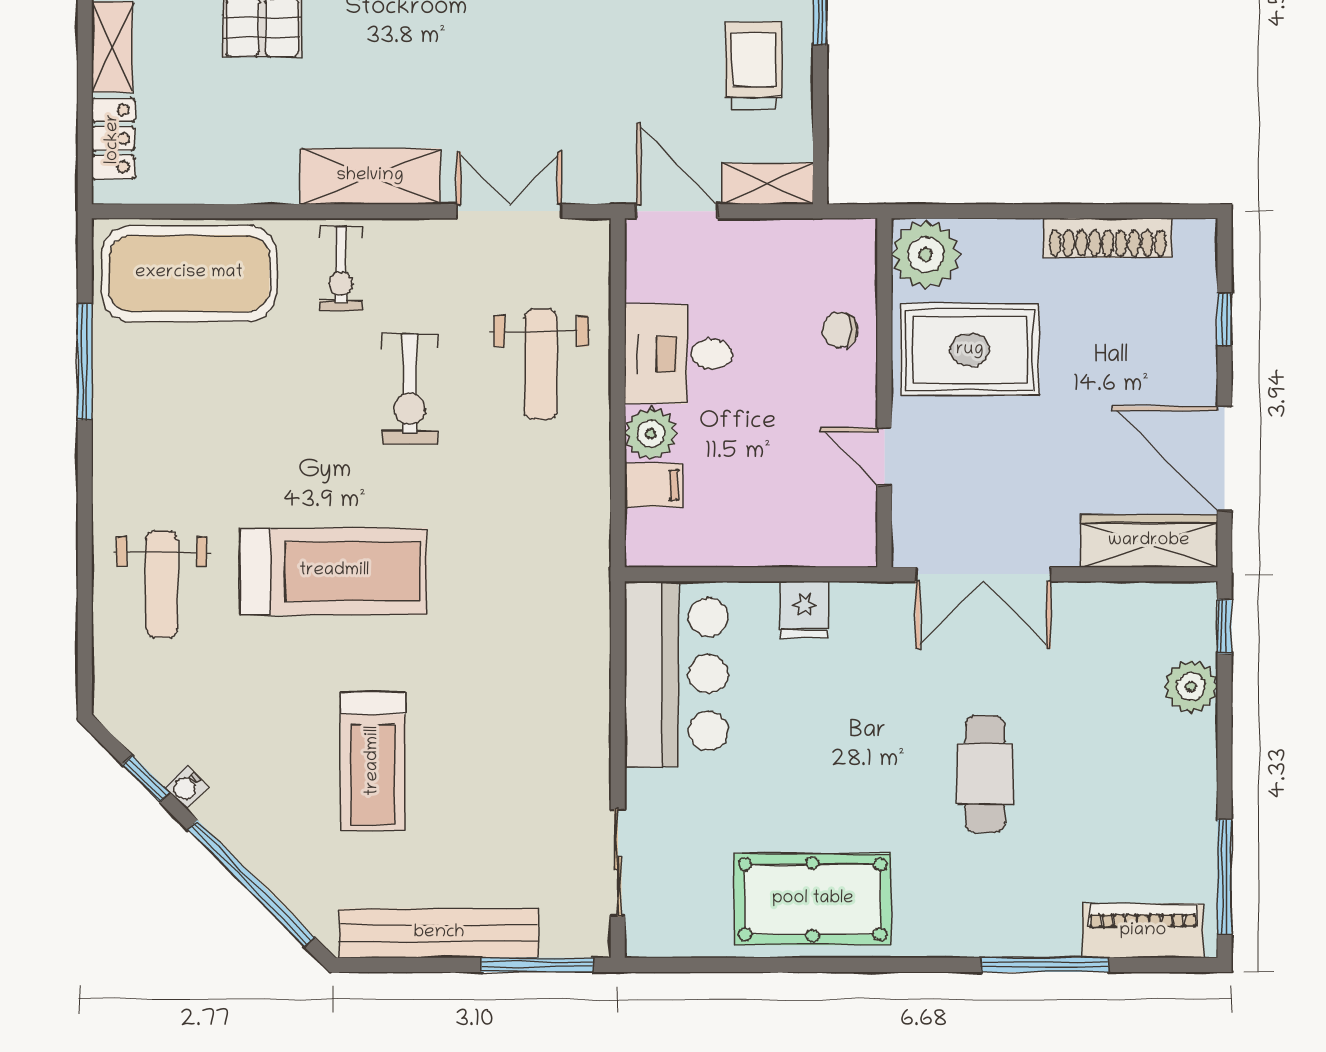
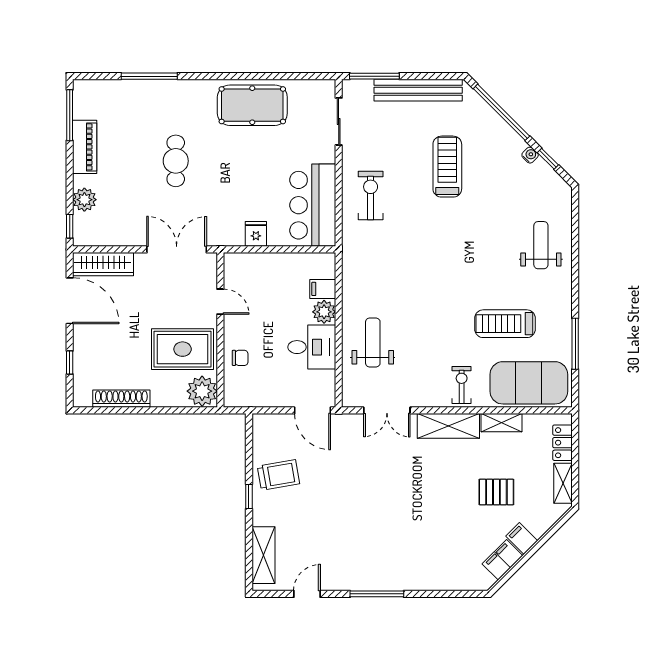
trolley: (754, 66) -> (278, 475), turned -100
shelving: (767, 184) -> (501, 423), moved
exercise bike: (410, 389) -> (371, 196), moved
treadmill: (334, 571) -> (505, 324), moved, width x0.73, depth x0.73
piano: (1143, 931) -> (85, 147), moved, turned -90

